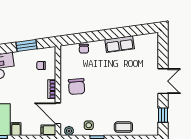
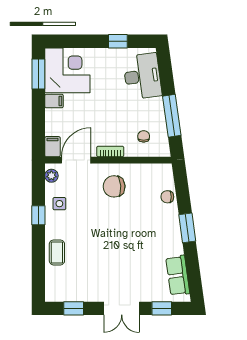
window: (106, 35) -> (187, 228), added
row of seats: (120, 44) -> (178, 275), moved
window: (26, 46) -> (172, 116), width x1.44
window: (163, 53) -> (162, 308), added

